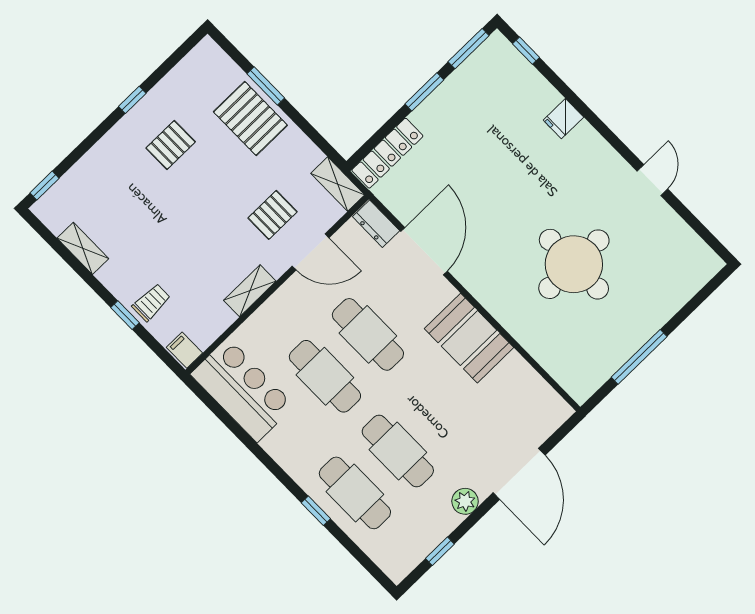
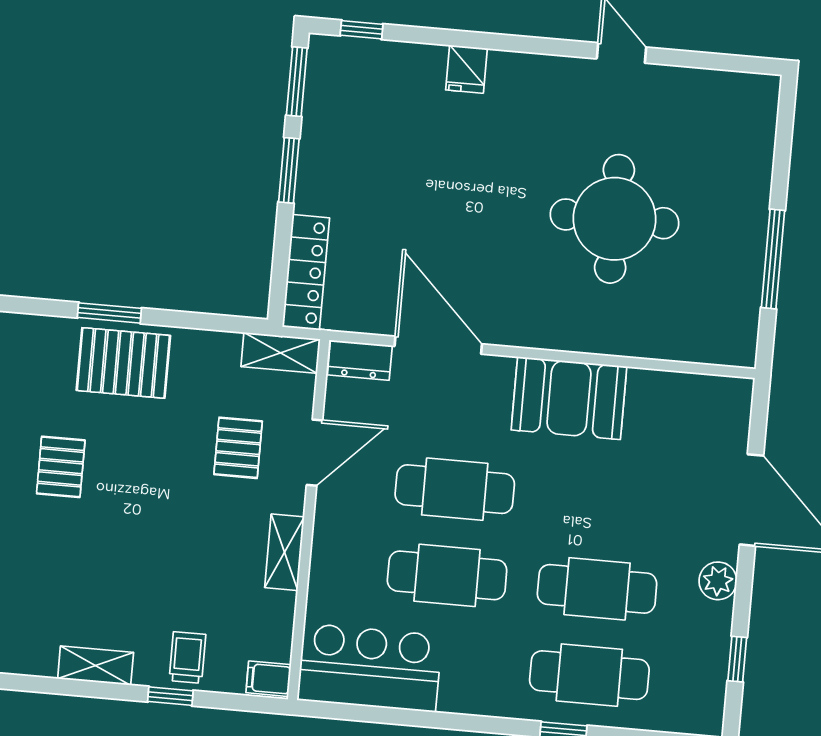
shelving: (83, 248) -> (96, 666), moved

